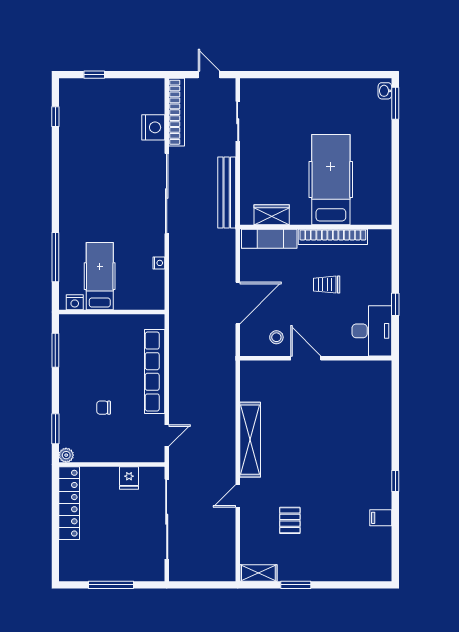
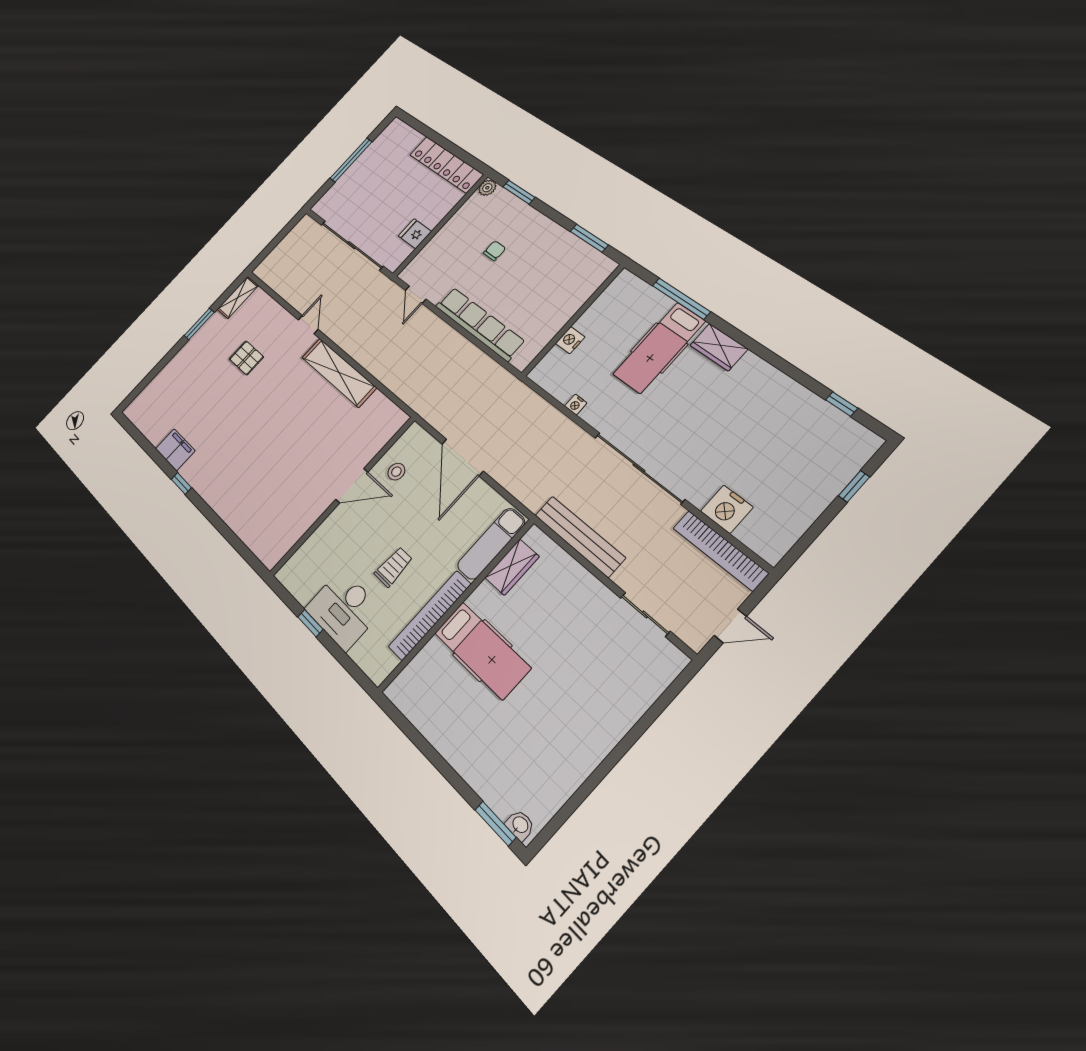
hospital bed: (331, 180) -> (482, 650), width x0.73, depth x0.78
wardrobe: (69, 210) -> (719, 347), added
hospital bed: (100, 276) -> (659, 348), moved, turned 90
nightstand: (75, 302) -> (570, 340), moved
desk: (372, 331) -> (344, 609), moved
filing cabinet: (381, 518) -> (175, 450), width x2.00

